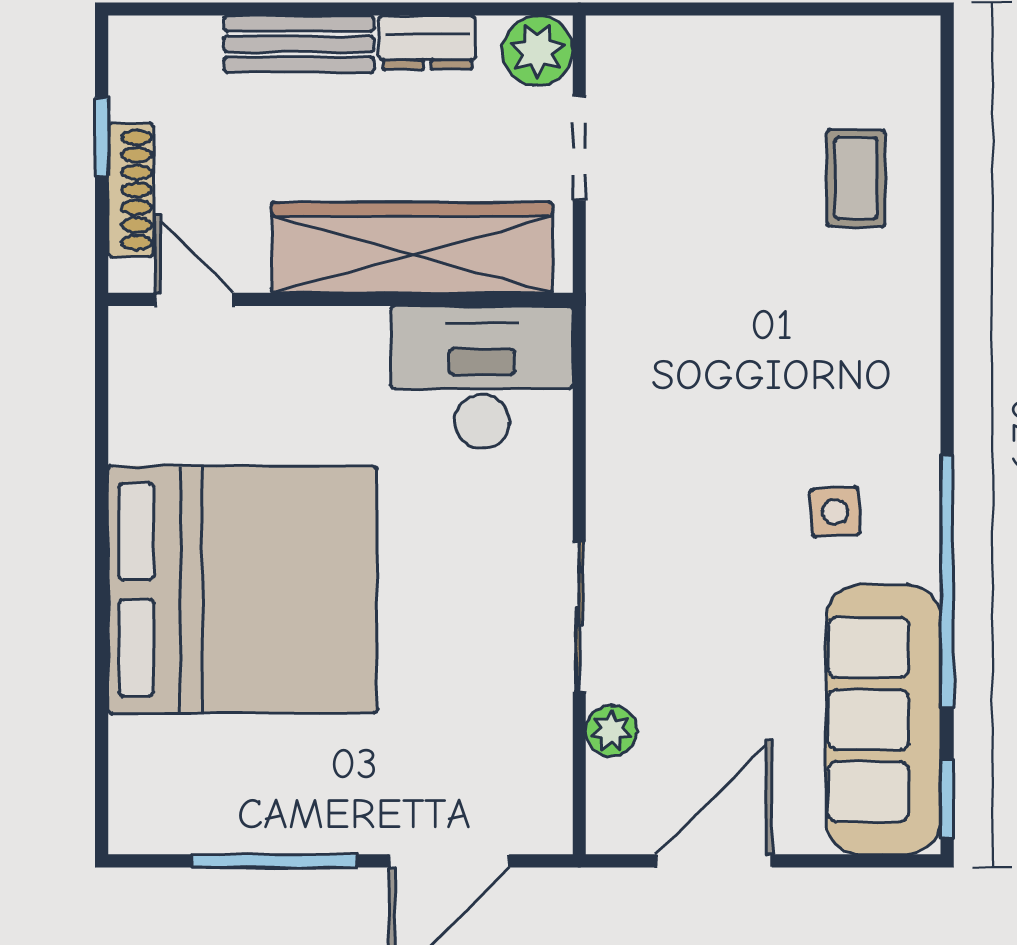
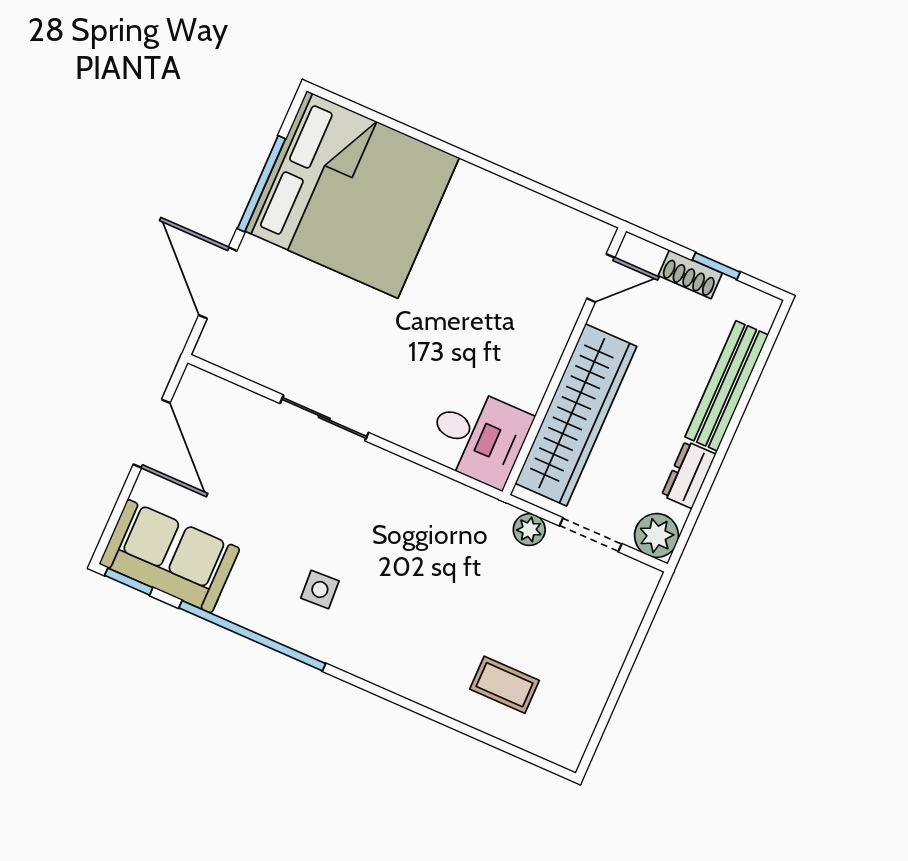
bench: (299, 44) -> (727, 386), width x1.36
shoe rack: (131, 190) -> (690, 274), width x0.70
desk: (482, 377) -> (479, 436), width x0.73
bed: (243, 590) -> (352, 194), moved, turned -90
sofa: (883, 719) -> (170, 556), width x0.73
plant: (611, 731) -> (529, 530), moved

